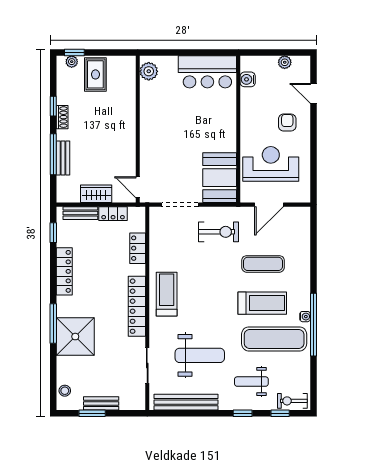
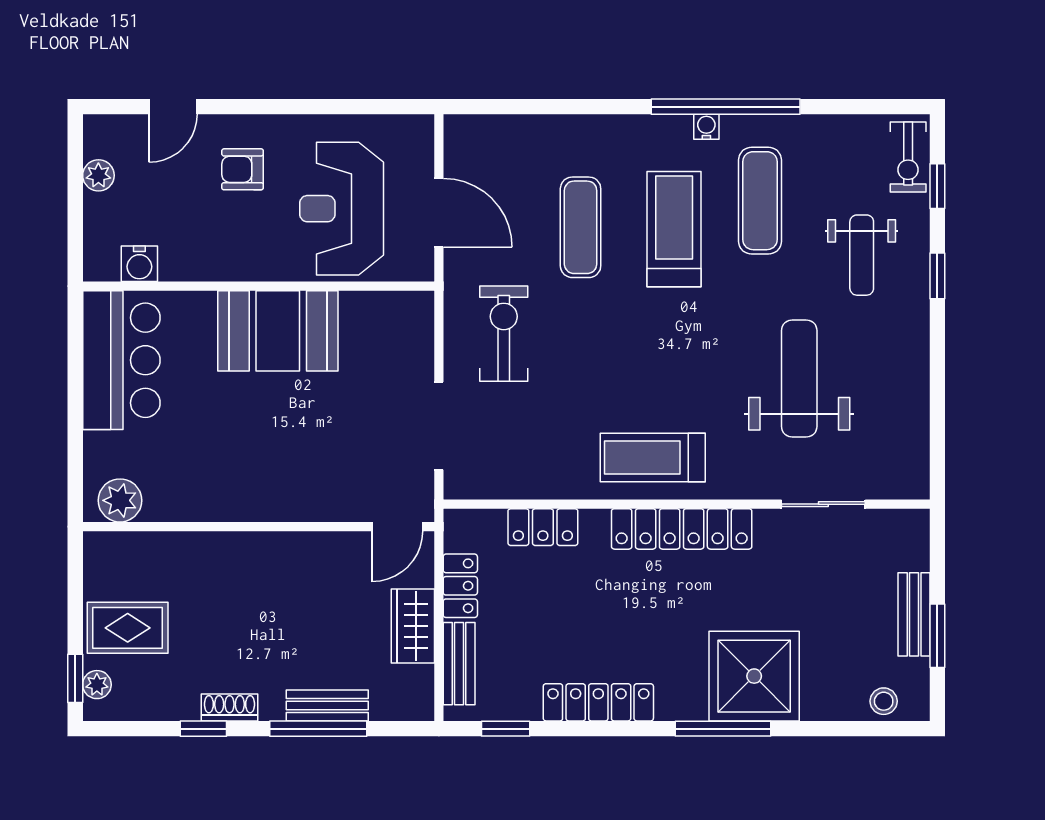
booth: (220, 178) -> (278, 331), moved
exercise mat: (274, 339) -> (760, 201), width x0.73, depth x0.69
bench: (186, 402) -> (911, 411), removed

